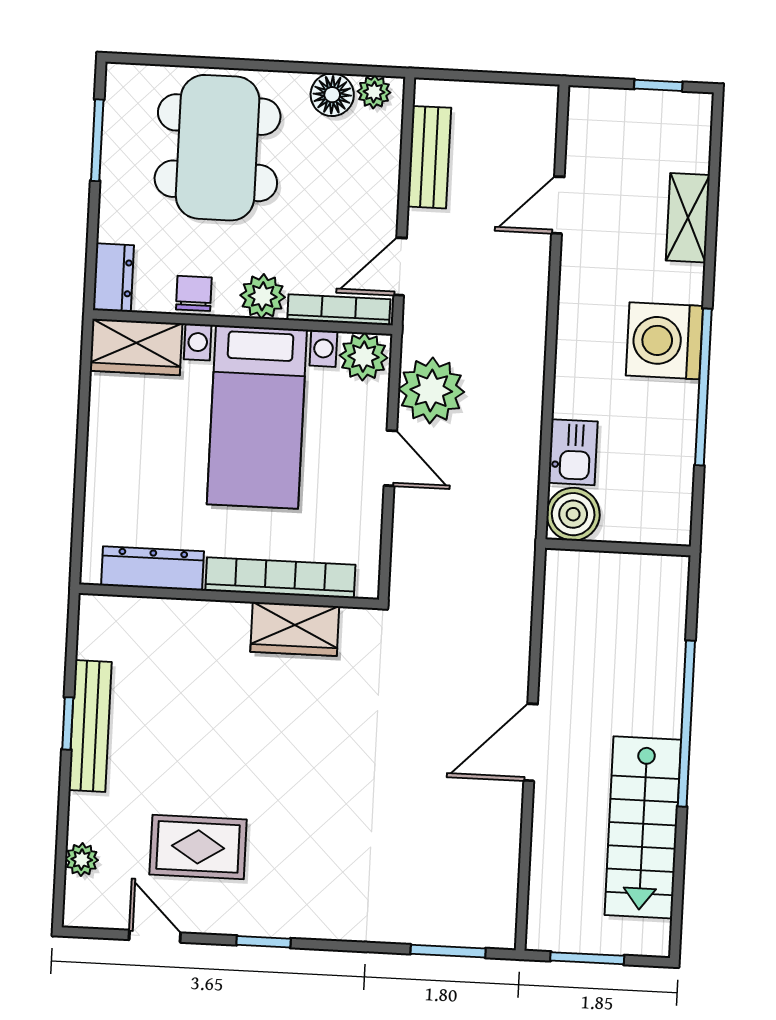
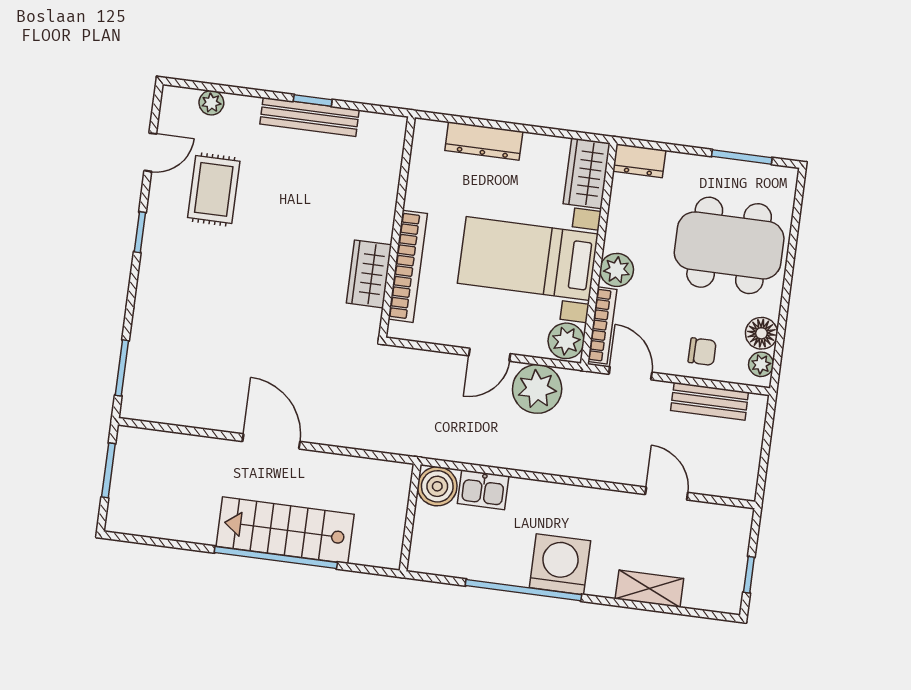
chair: (194, 293) -> (702, 352), moved
dresser: (153, 568) -> (484, 141), moved, turned 90
stairs: (643, 827) -> (285, 530), moved

